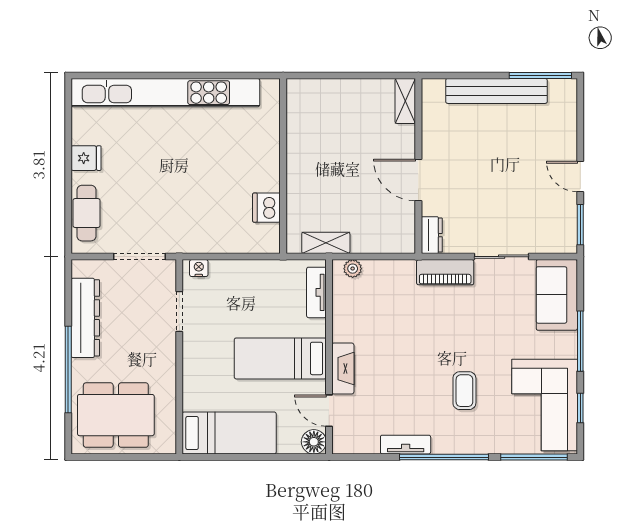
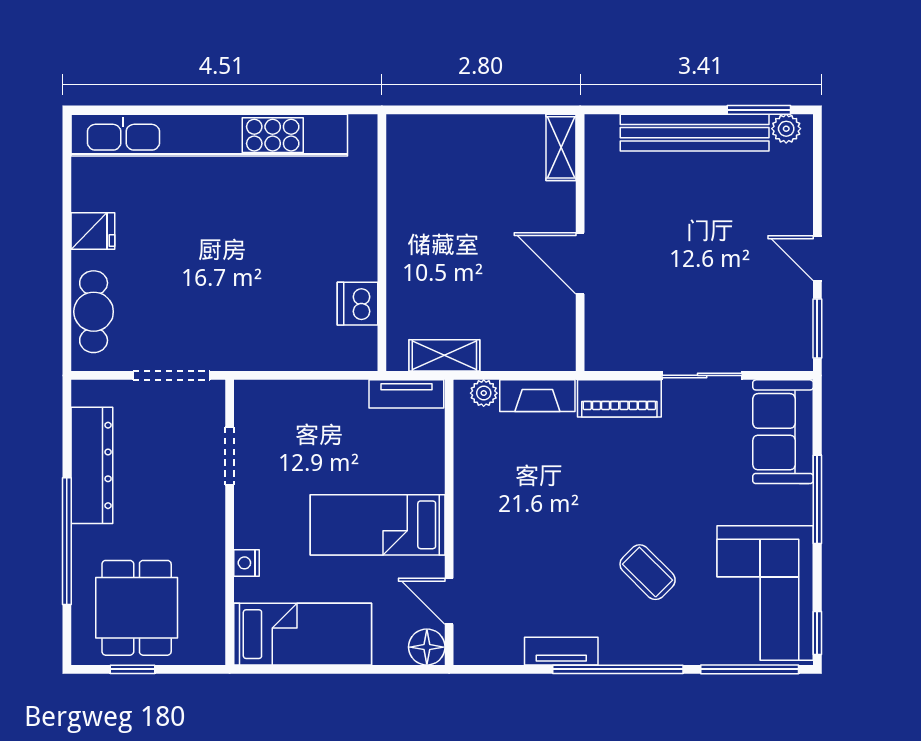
window: (540, 75) -> (759, 110), width x0.69
plant: (559, 88) -> (786, 129), added
dresser: (432, 235) -> (600, 344), removed
nightstand: (199, 268) -> (246, 563), moved, turned -90
tv unit: (316, 292) -> (406, 394), moved, turned -90
fireplace: (343, 369) -> (537, 396), moved, turned 90
coffee table: (464, 391) -> (648, 572), turned -45
window: (580, 408) -> (817, 633), moved
dining table: (116, 415) -> (137, 608), width x0.73
window: (113, 457) -> (132, 669), added

